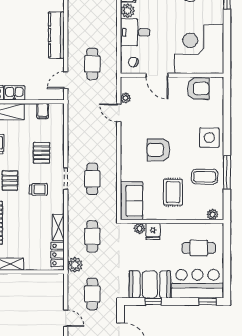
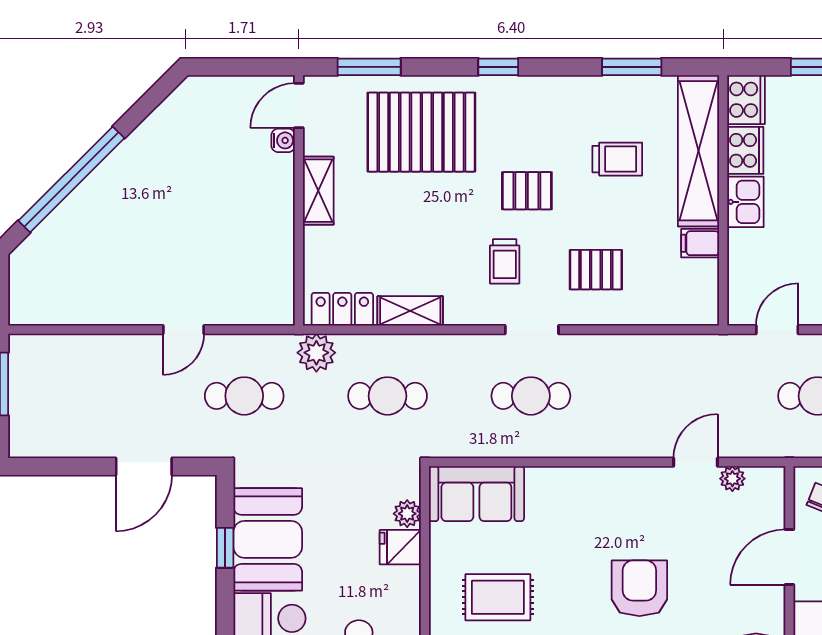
door: (66, 80) -> (777, 330), hinge flipped
filing cabinet: (43, 111) -> (700, 243), moved
armchair: (158, 150) -> (639, 588), moved

